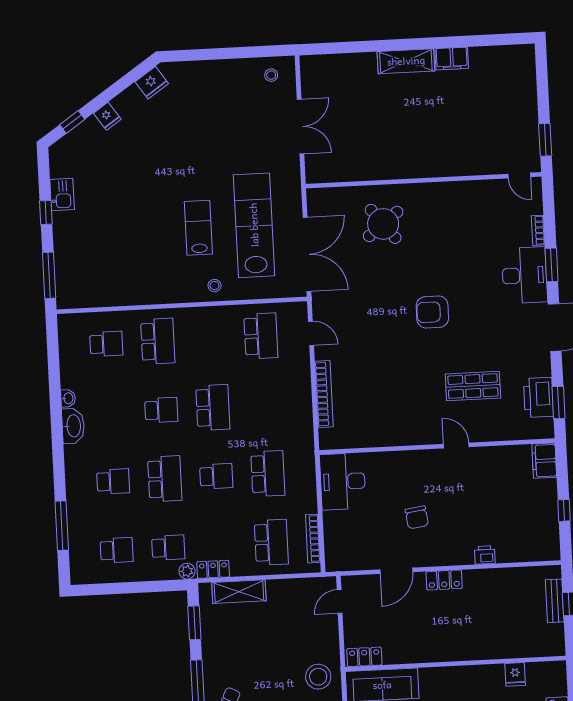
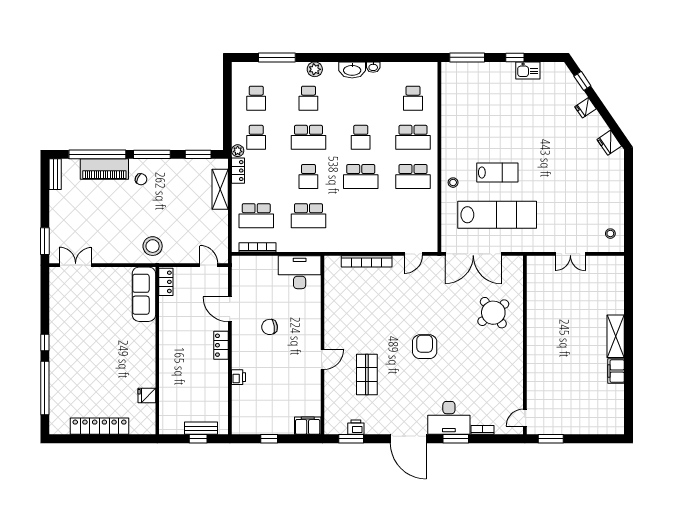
double door: (301, 127) -> (570, 254), width x0.73
school desk: (261, 336) -> (413, 177), moved
printer: (538, 397) -> (356, 427), width x0.53, depth x0.68
plant: (75, 475) -> (315, 69), added

